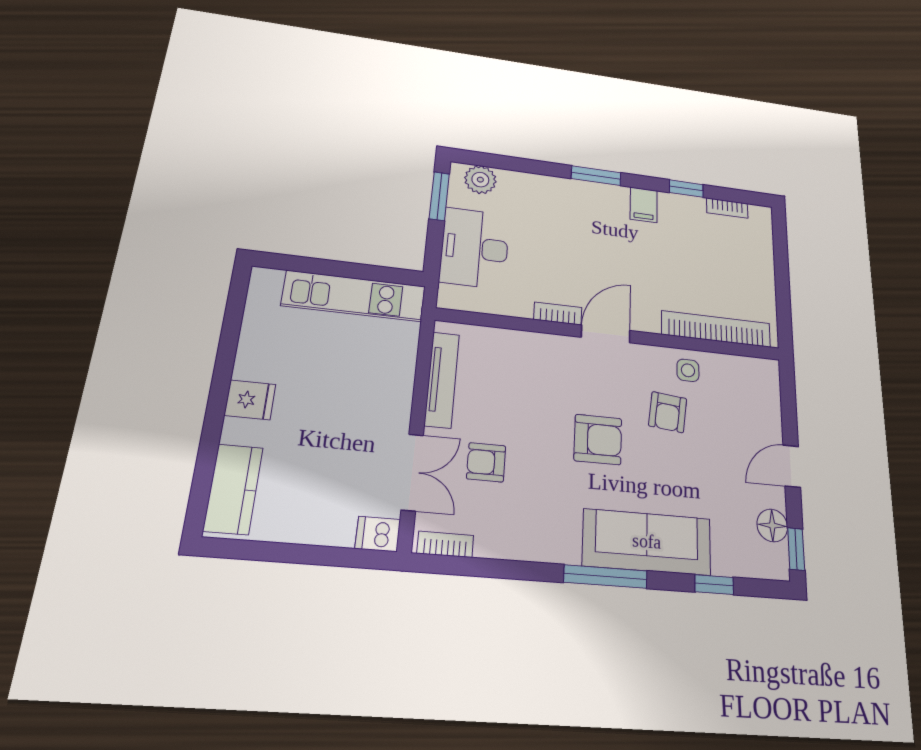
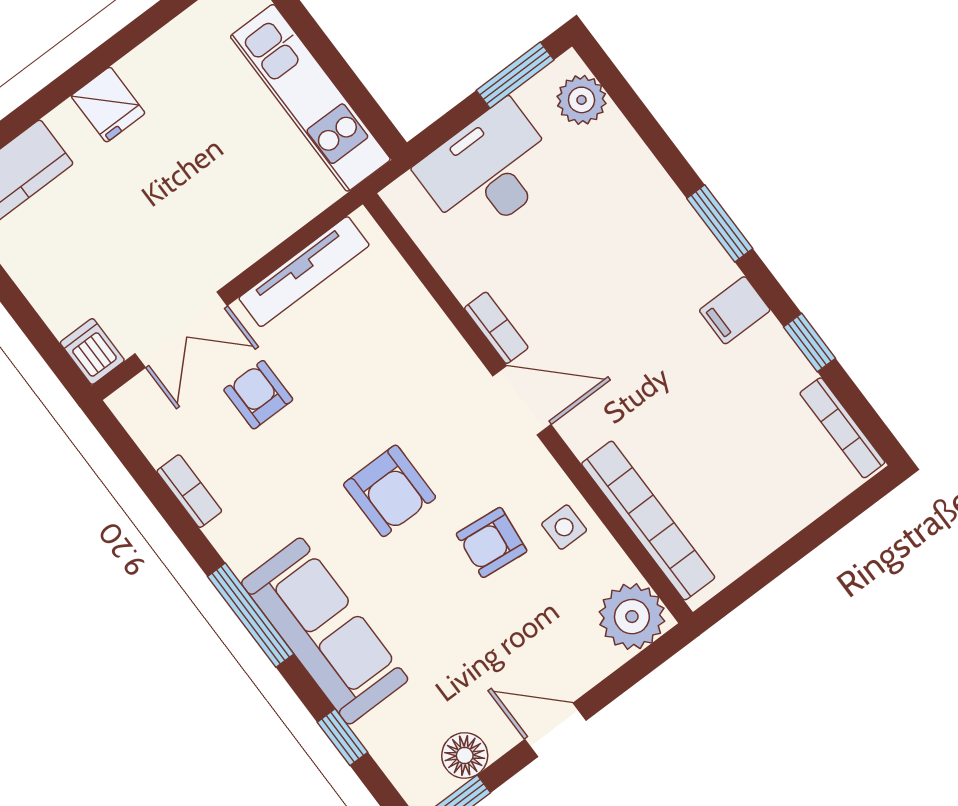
bookcase: (727, 208) -> (842, 428), width x1.56
plant: (760, 378) -> (632, 617), added
bookcase: (445, 544) -> (189, 491), moved

